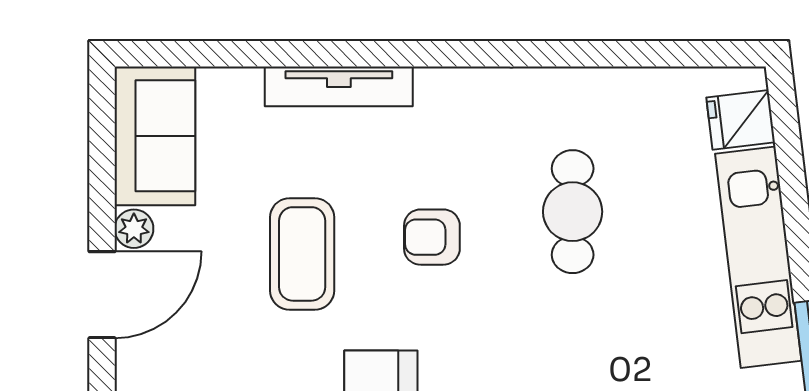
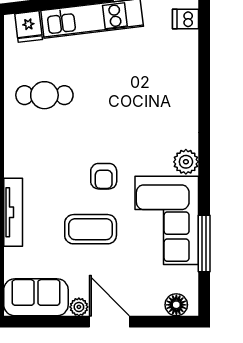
cafe table: (573, 212) -> (44, 95), moved
armchair: (432, 237) -> (104, 176), moved

